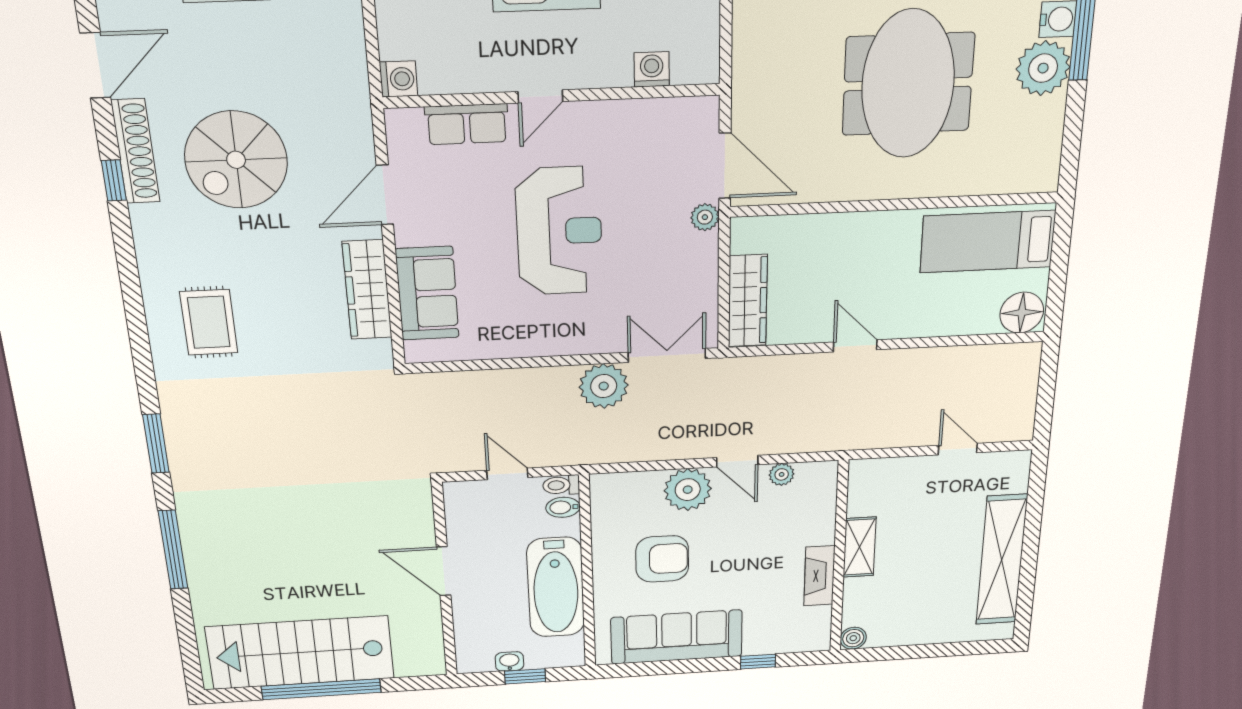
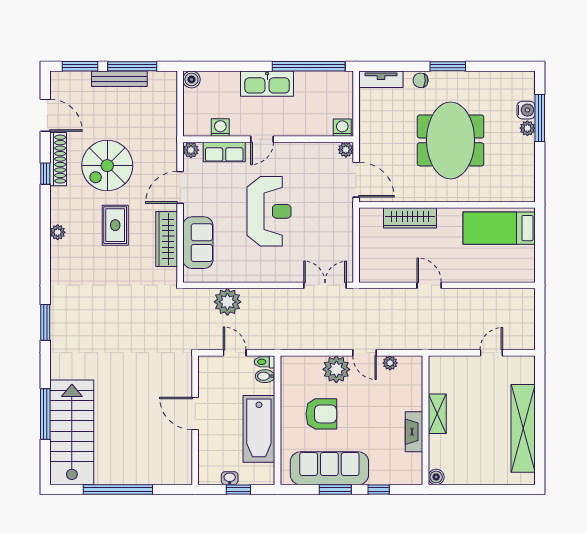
door: (95, 65) -> (45, 115), hinge flipped
plant: (1043, 68) -> (527, 128), width x0.53, depth x0.53
washing machine: (652, 69) -> (342, 128), moved
washing machine: (399, 79) -> (220, 128), moved, turned -90
plant: (400, 123) -> (191, 150), added
plant: (705, 217) -> (346, 150), moved
plant: (155, 288) -> (58, 232), added
wardrobe: (748, 301) -> (410, 218), moved, turned 90
floor lamp: (1022, 313) -> (521, 270), removed
rug: (209, 322) -> (115, 225), moved
plant: (604, 386) -> (227, 302), moved
door: (958, 449) -> (491, 353), hinge flipped
window: (173, 550) -> (45, 414), moved
stairs: (300, 653) -> (72, 432), moved, turned 90
window: (687, 666) -> (335, 490), added

